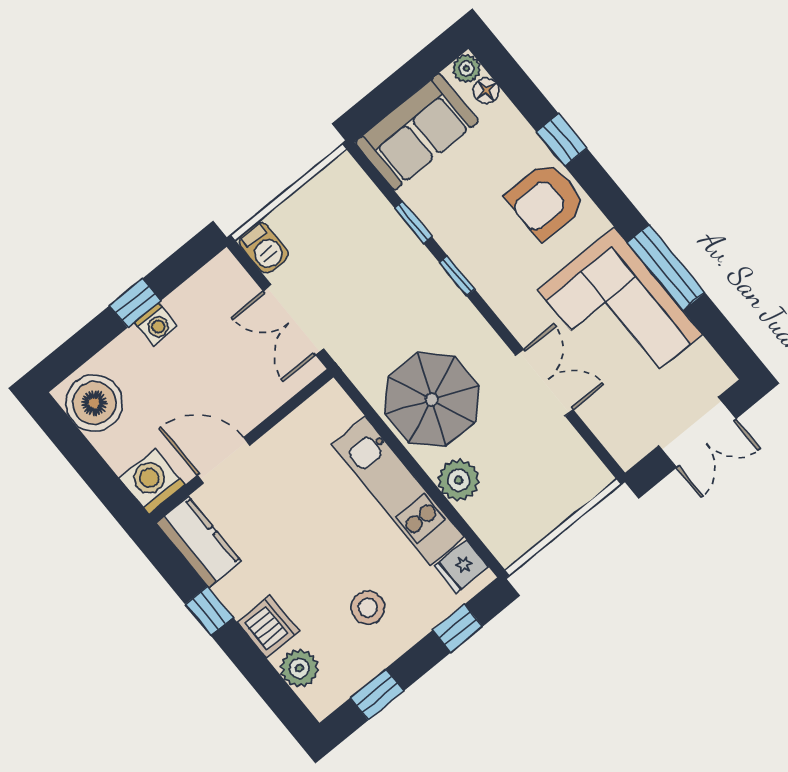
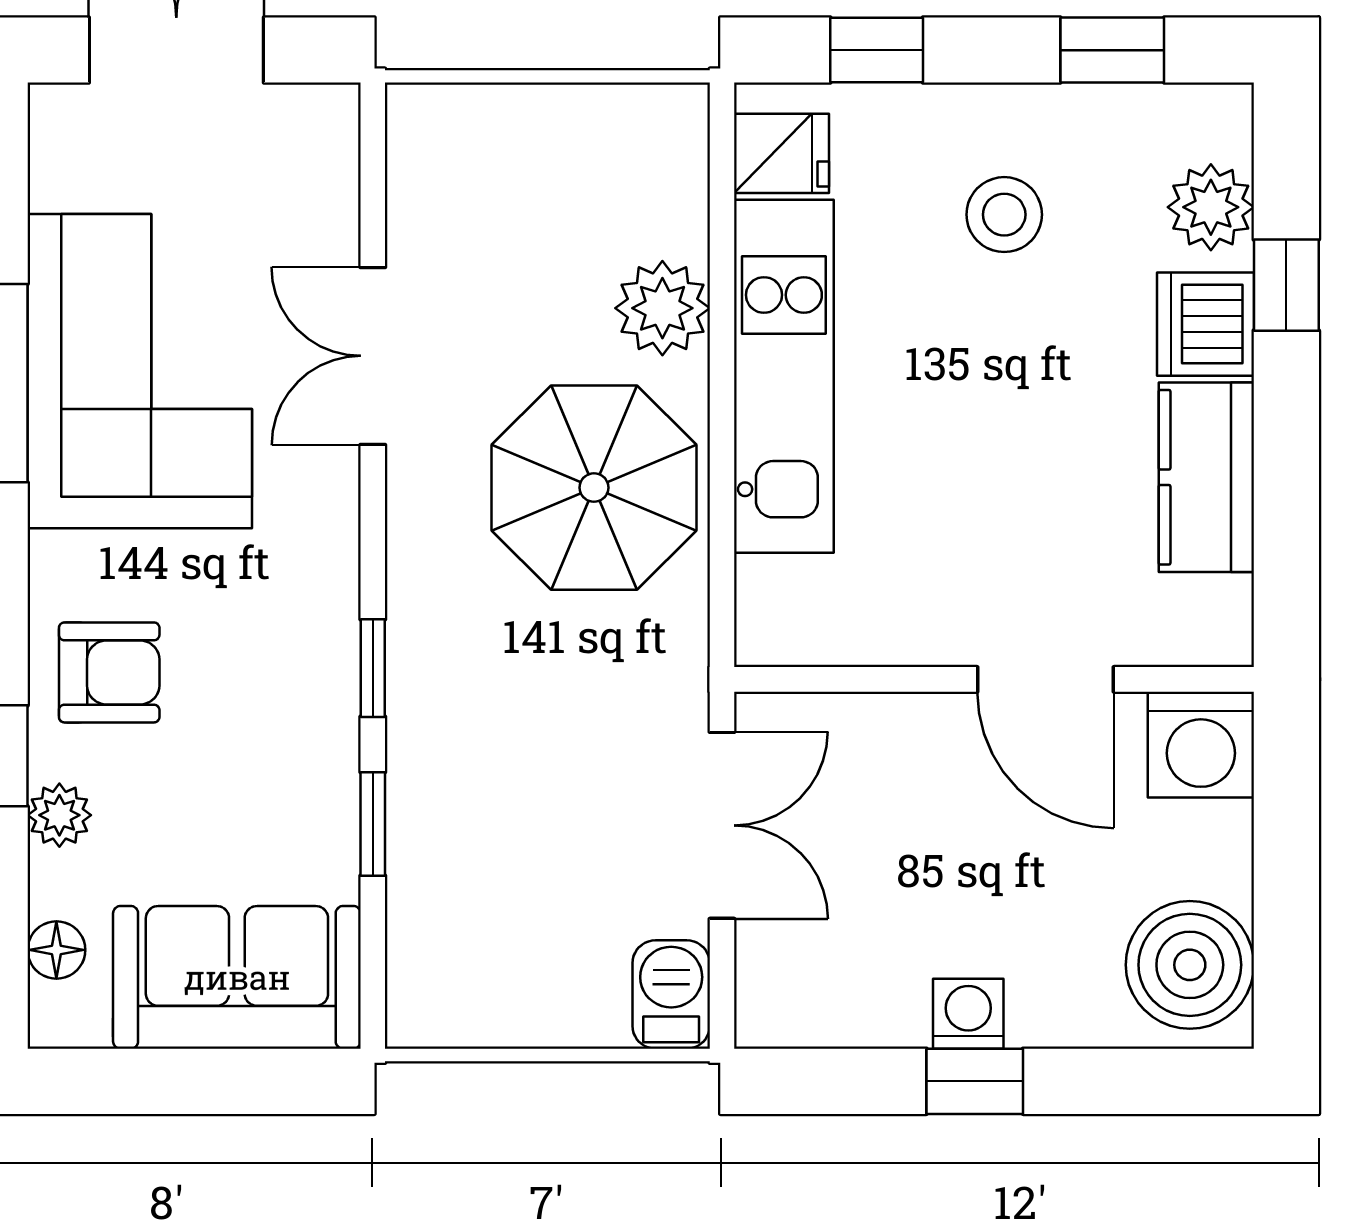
plant: (466, 69) -> (59, 815), moved
armchair: (546, 200) -> (109, 672), width x0.72, depth x0.72
kitchen counter: (198, 542) -> (1206, 477), moved
window: (209, 611) -> (1286, 285), moved

